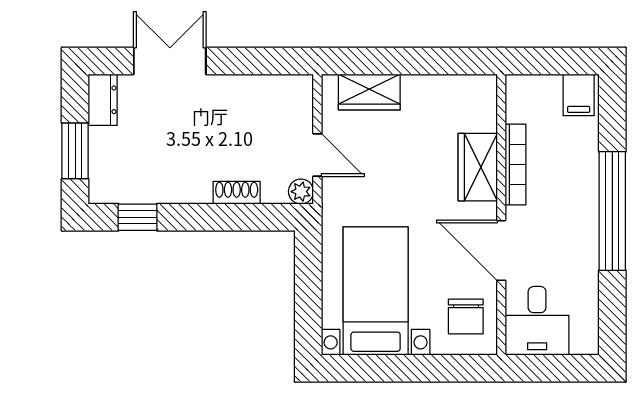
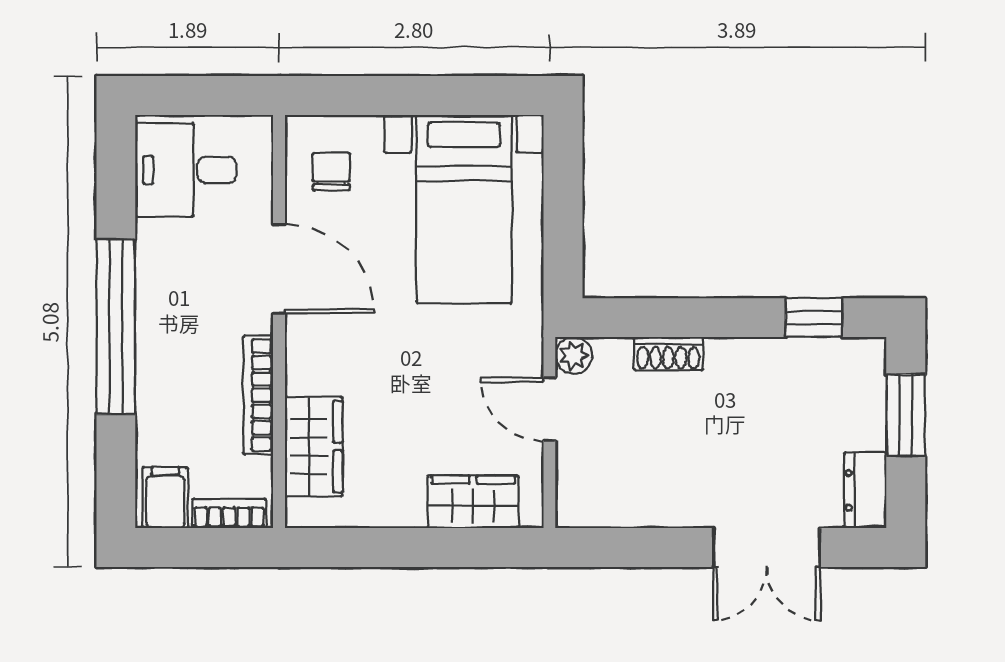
bookcase: (535, 84) -> (229, 513), added
wardrobe: (478, 167) -> (314, 447), moved
chair: (466, 317) -> (331, 172), width x0.73, depth x0.73
desk: (537, 321) -> (186, 170), moved, turned -90

